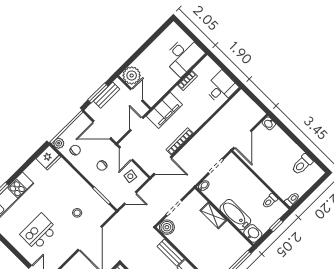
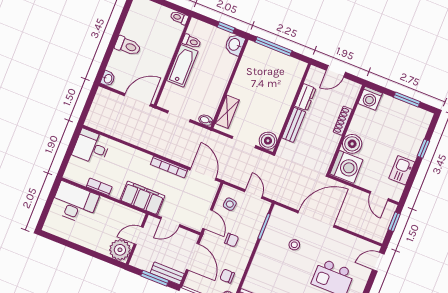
bench: (107, 95) -> (167, 273), moved
door: (126, 154) -> (208, 219), hinge flipped
toilet: (302, 164) -> (128, 46), moved
bathtub: (235, 215) -> (182, 66), moved, turned 180
shelving: (213, 216) -> (227, 112), moved
window: (276, 225) -> (226, 28), moved

